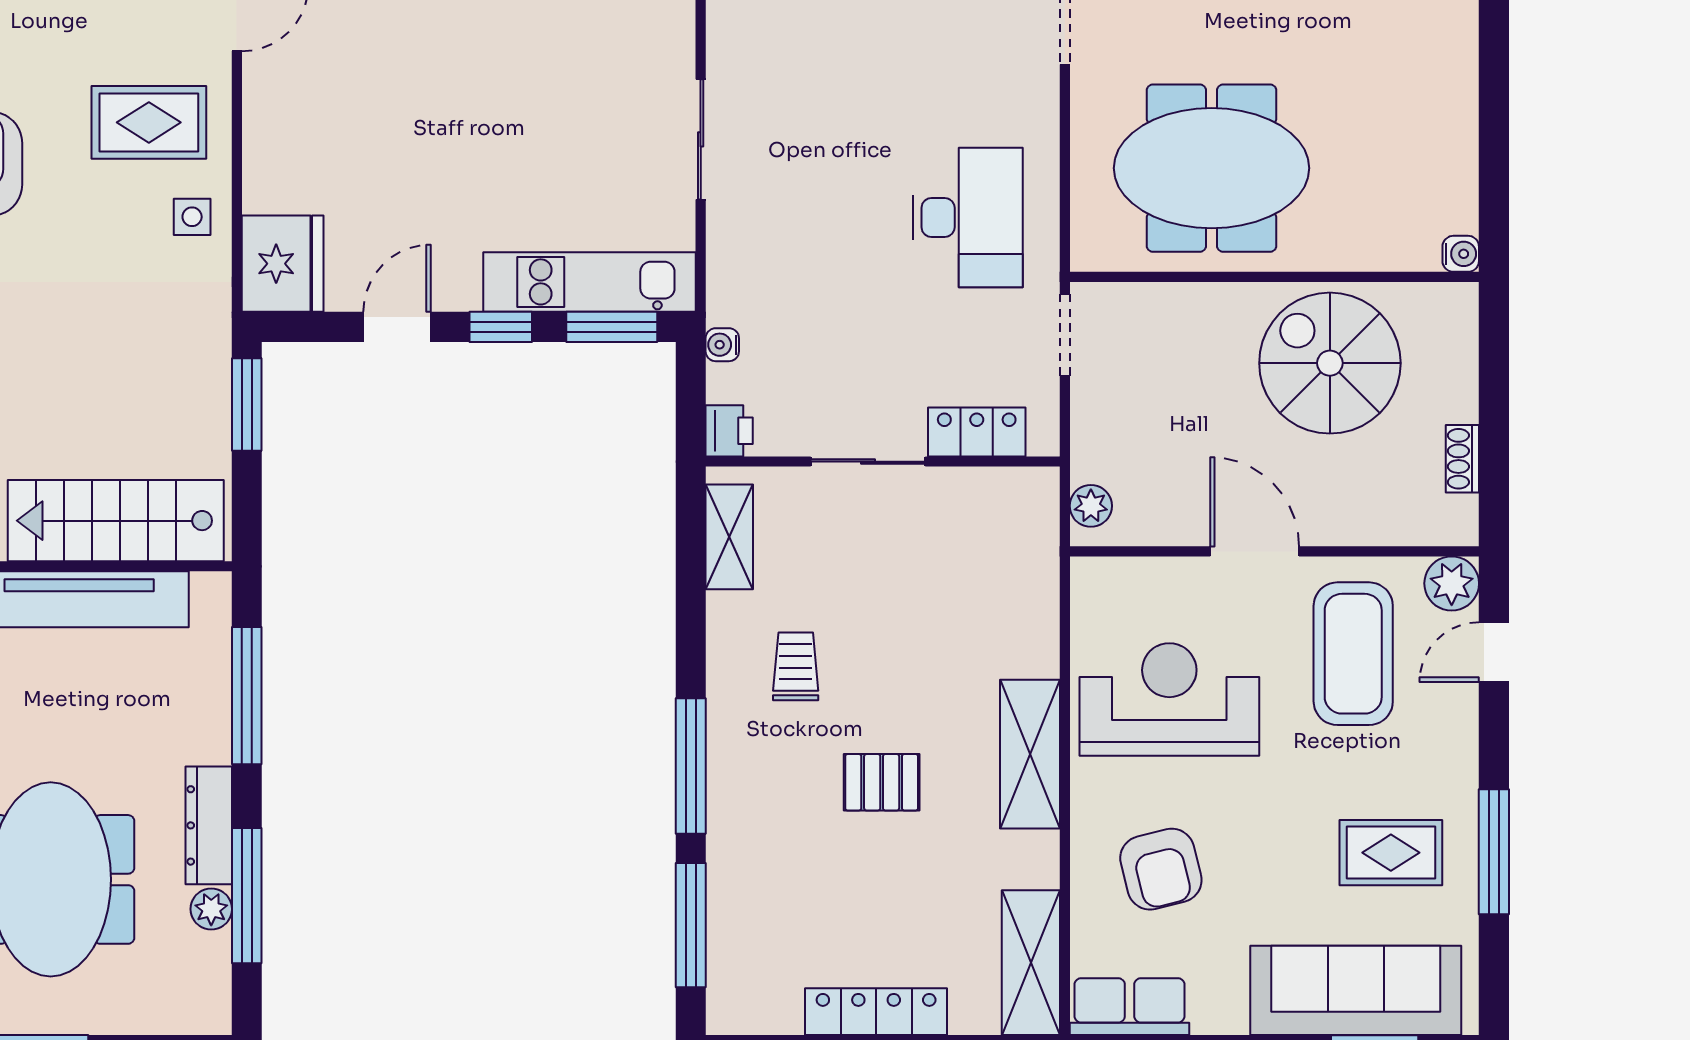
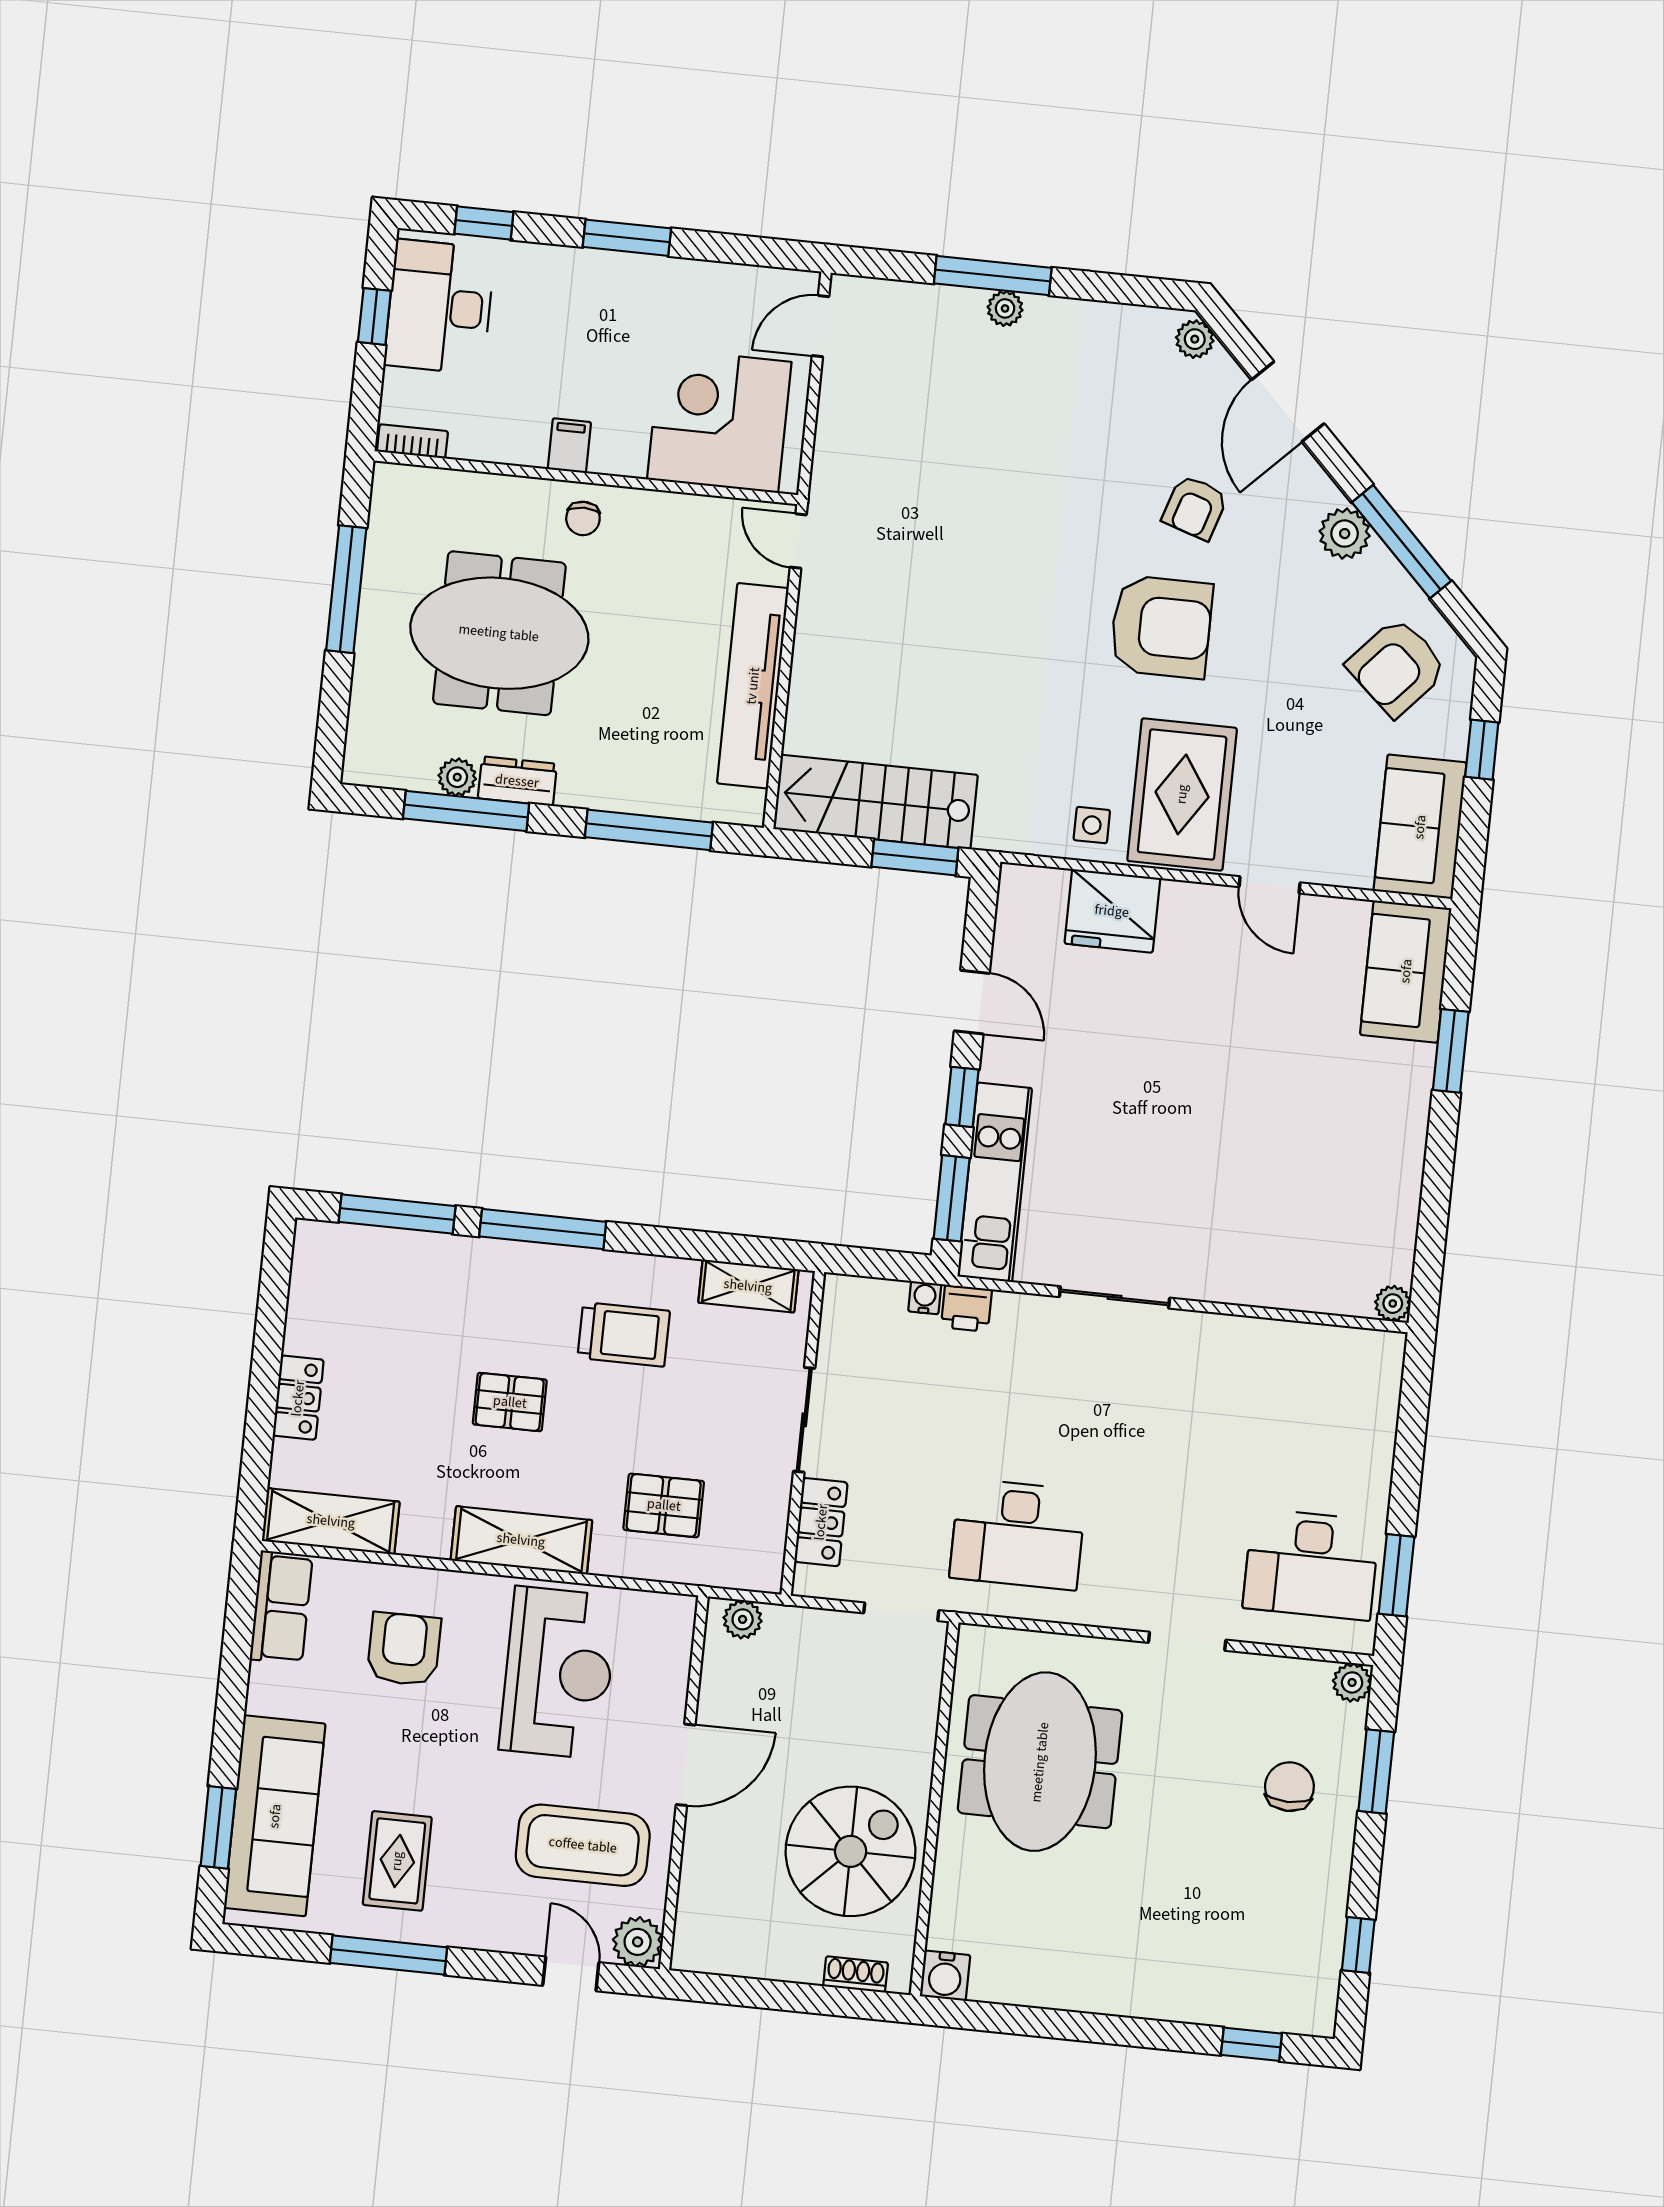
rug: (149, 122) -> (1182, 794), width x1.36, depth x1.43
water cooler: (1461, 254) -> (945, 1976), width x1.38, depth x1.38
fridge: (283, 264) -> (1112, 911), moved
printer: (729, 431) -> (966, 1308), moved
shoe rack: (1462, 459) -> (856, 1974), moved
stairs: (116, 521) -> (876, 802), moved, turned -90
pallet: (976, 604) -> (664, 1505), added
trolley: (796, 666) -> (624, 1334), width x1.36, depth x1.39
pallet: (882, 782) -> (510, 1402), turned 90
dresser: (209, 825) -> (517, 781), width x0.70
armchair: (1161, 869) -> (404, 1649), turned 104
locker: (876, 1012) -> (298, 1398), width x0.66

